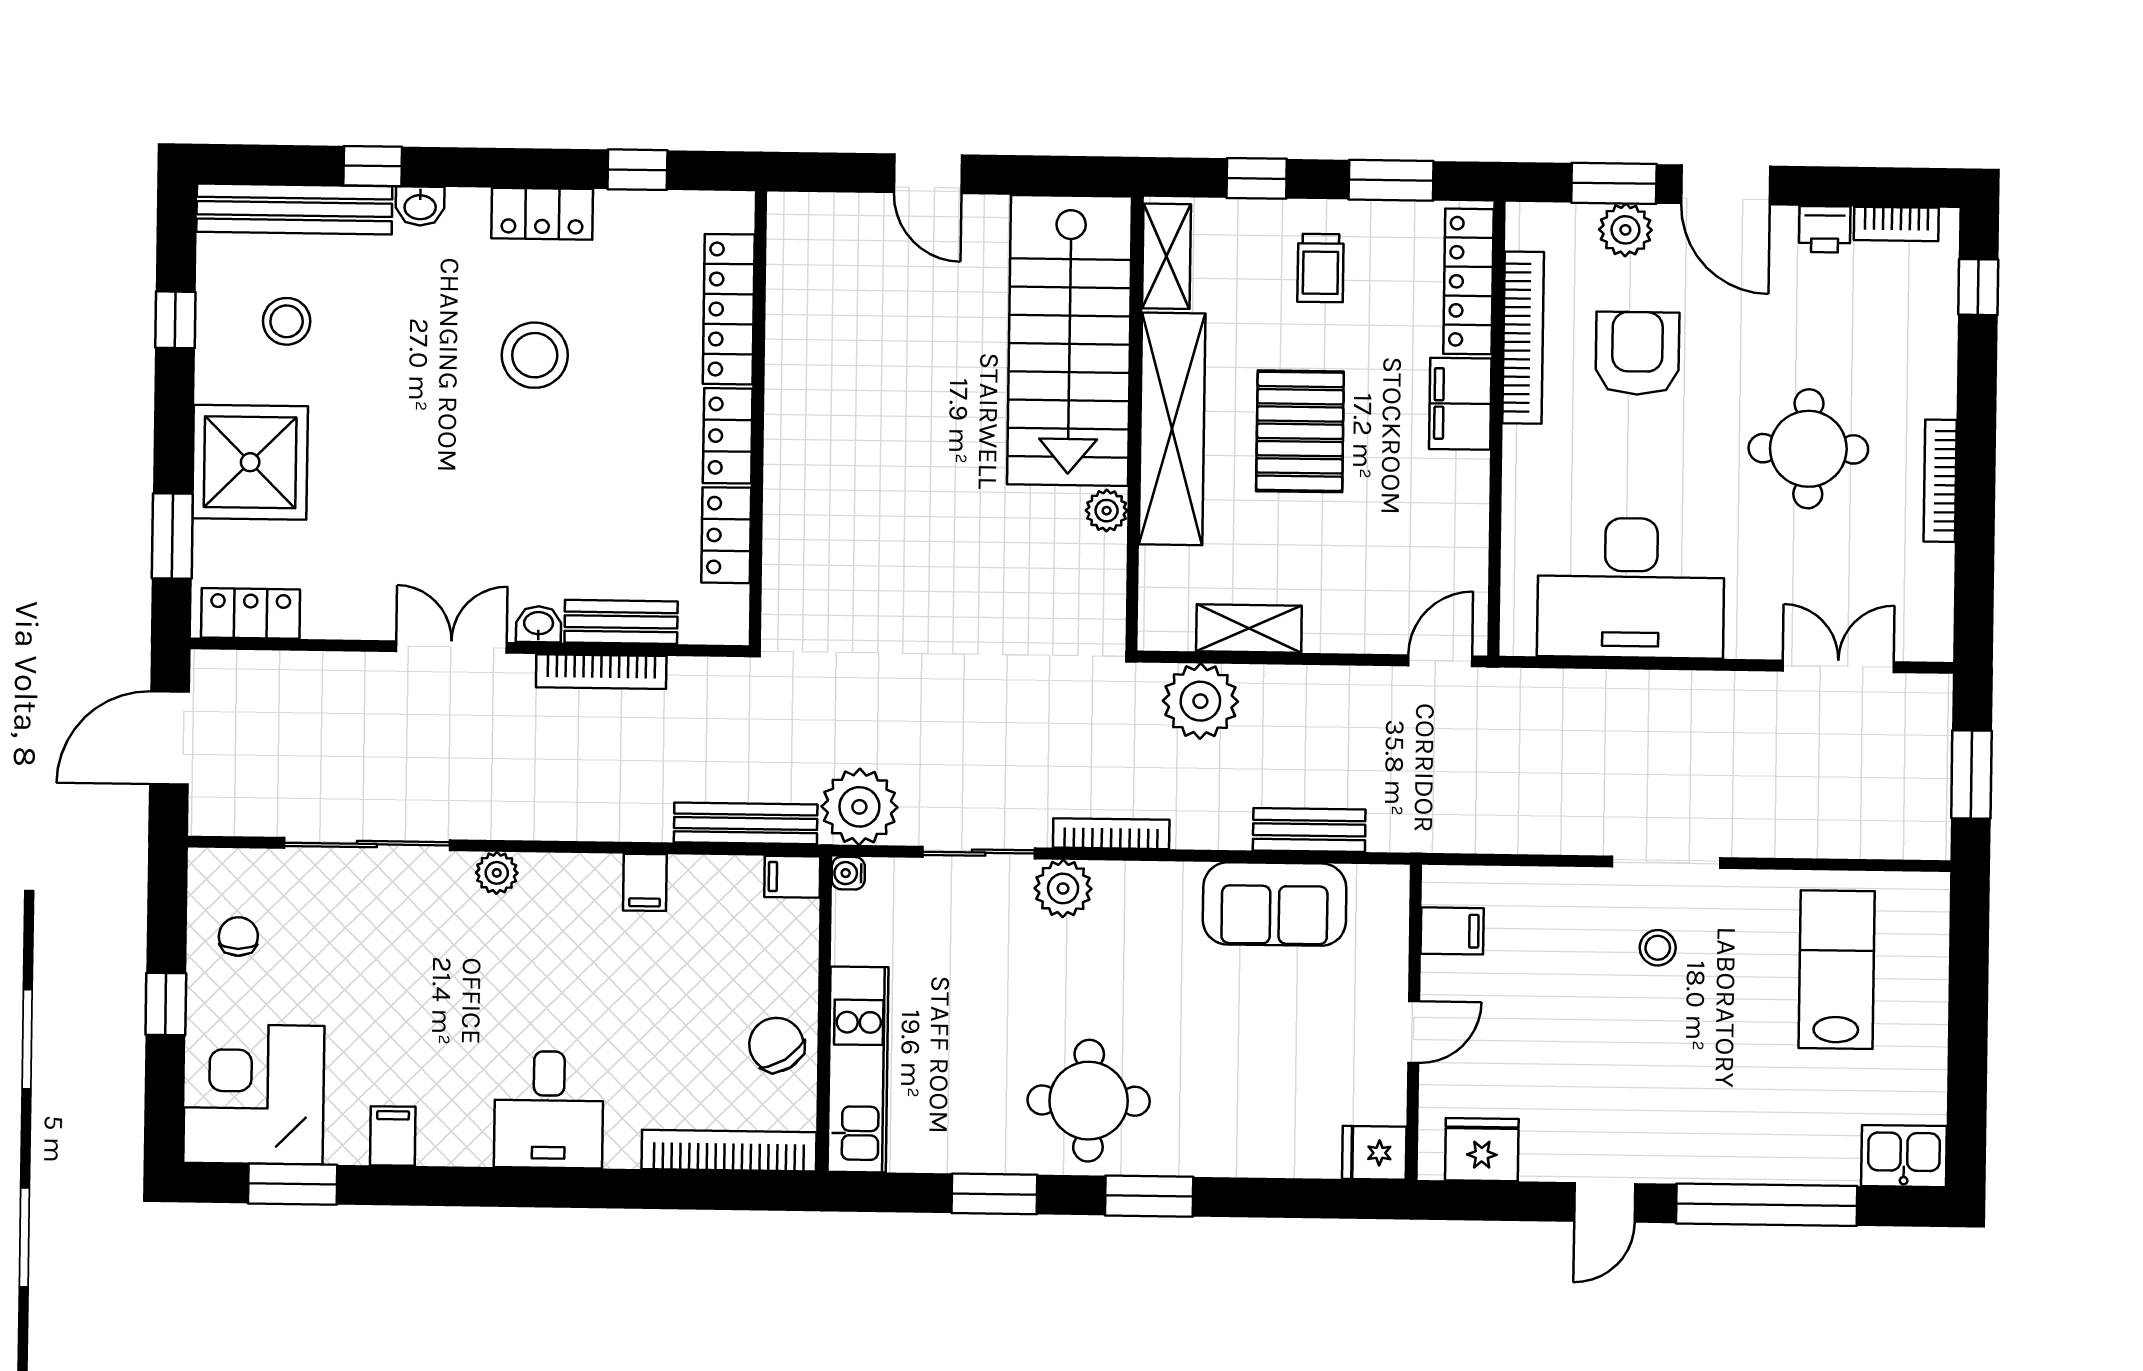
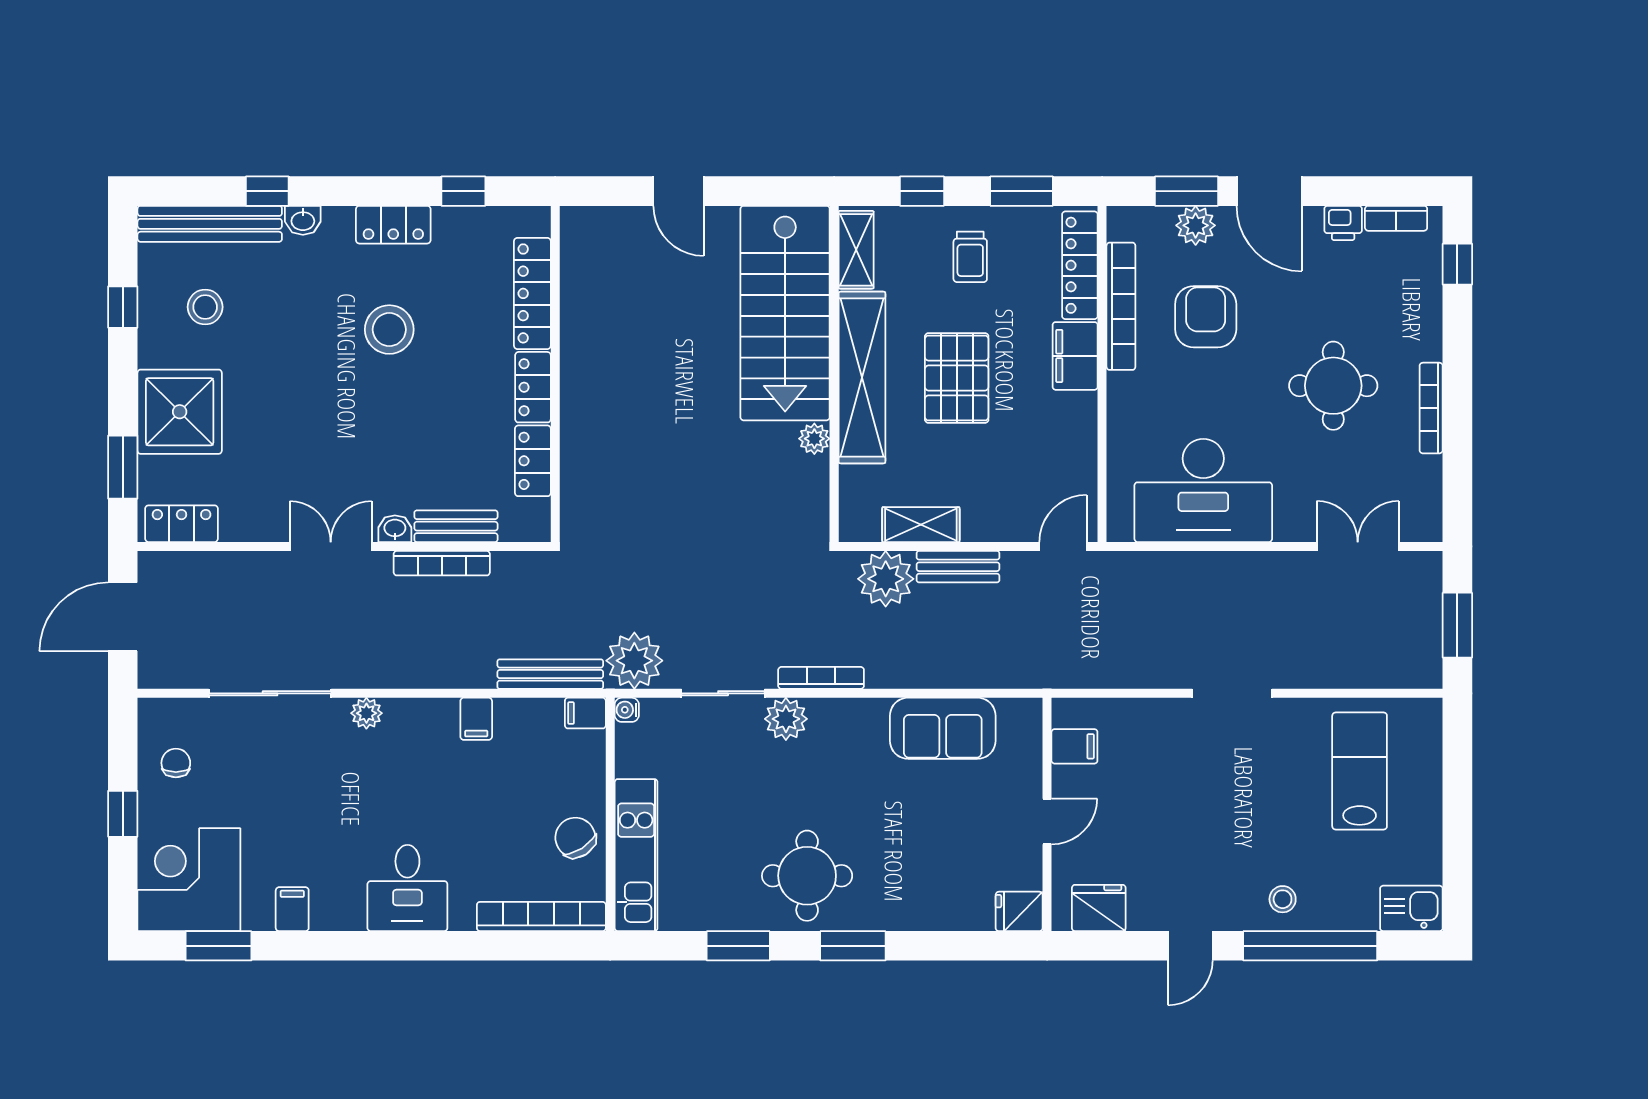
bench: (1309, 830) -> (958, 567), moved
stool: (1658, 948) -> (1283, 899), moved

